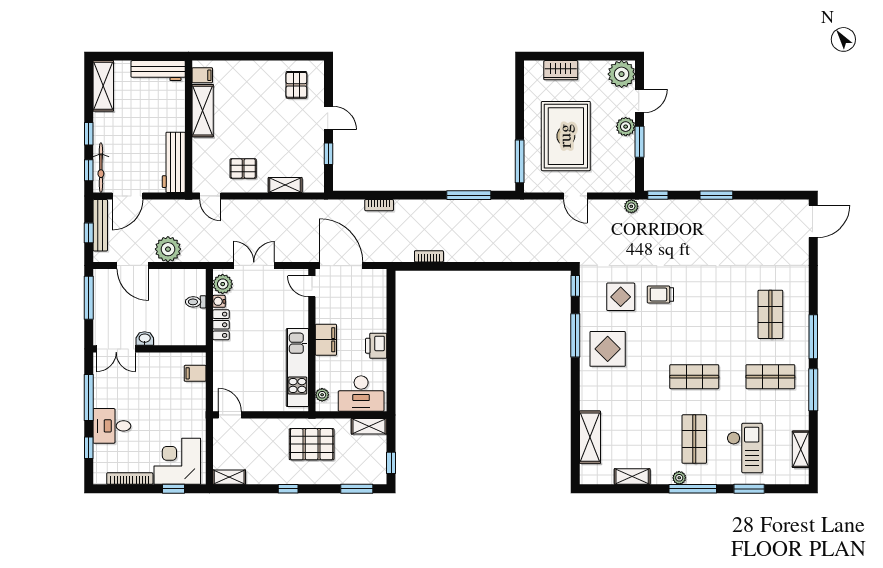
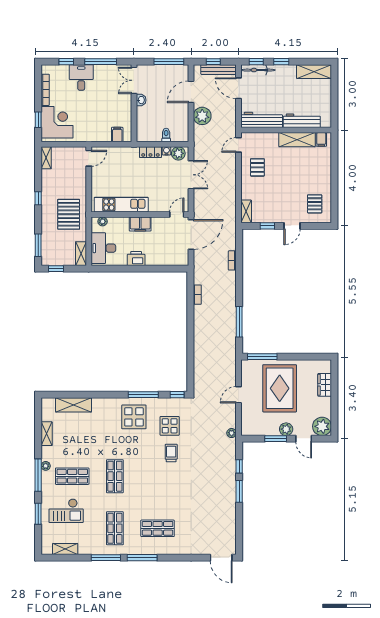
workbench: (158, 71) -> (302, 121), moved, turned 90
pallet: (296, 85) -> (315, 204), turned 90
rug: (566, 136) -> (280, 388), turned 90
shelving: (285, 185) -> (246, 211), moved
window: (658, 195) -> (239, 466), moved

